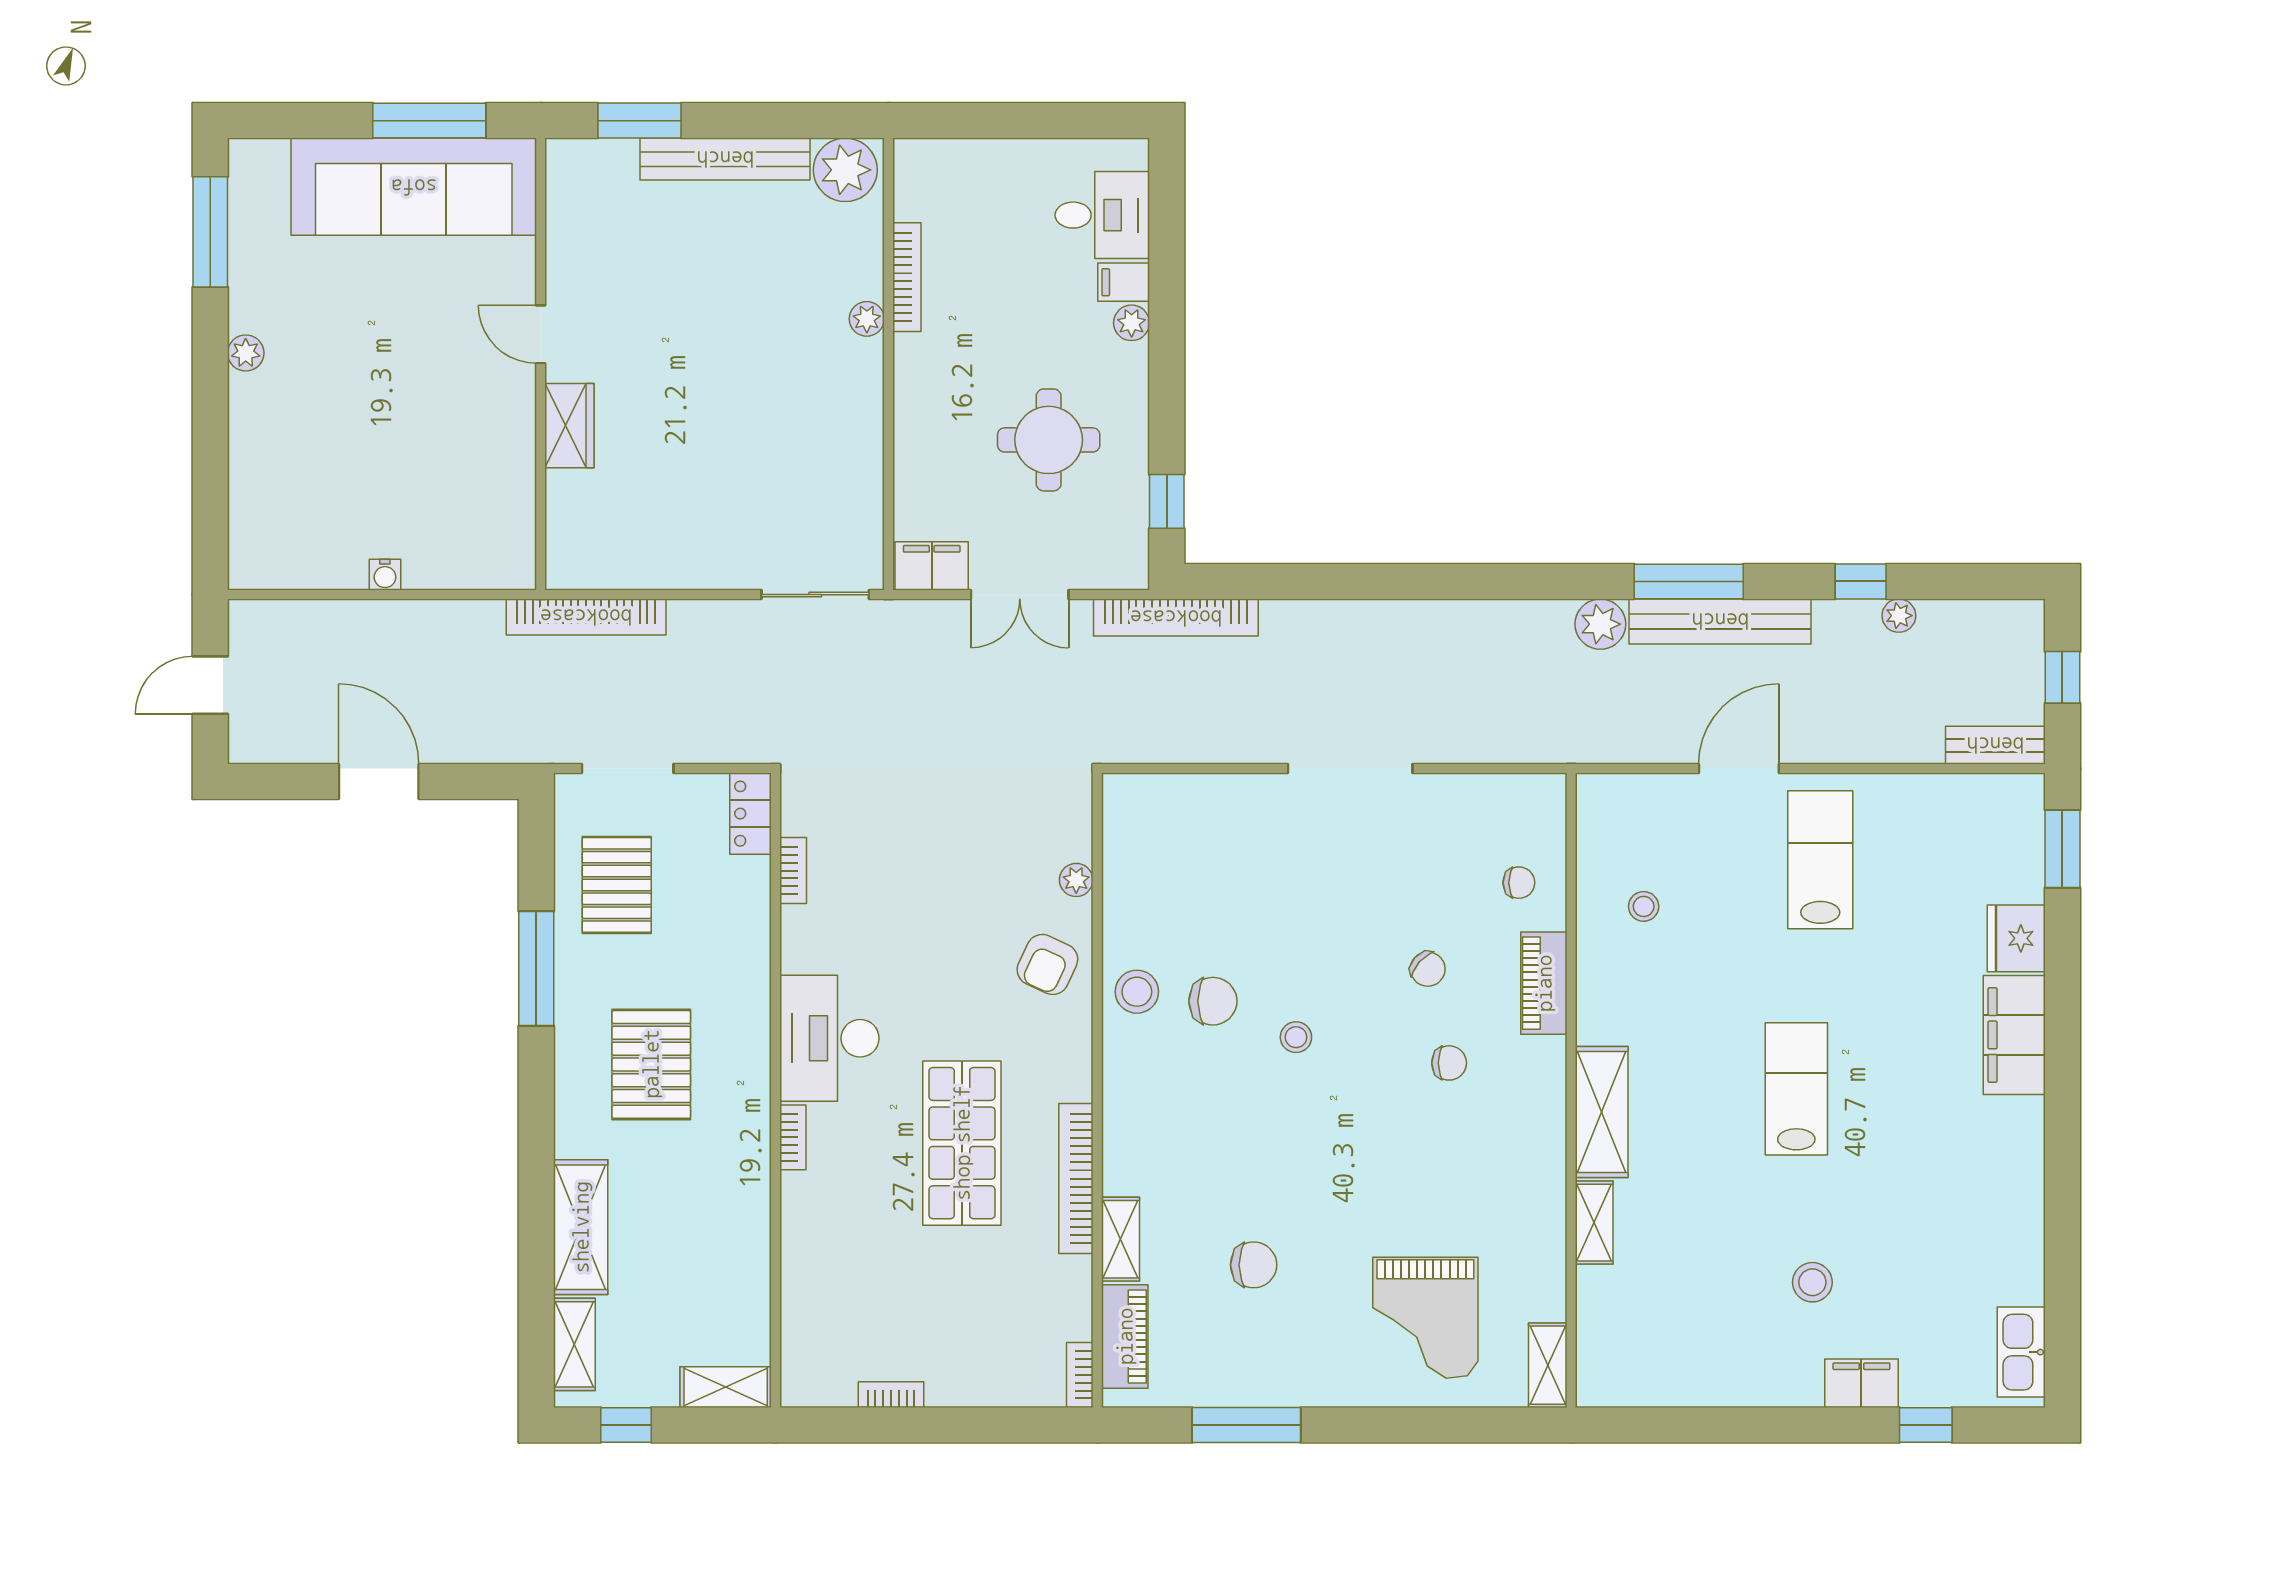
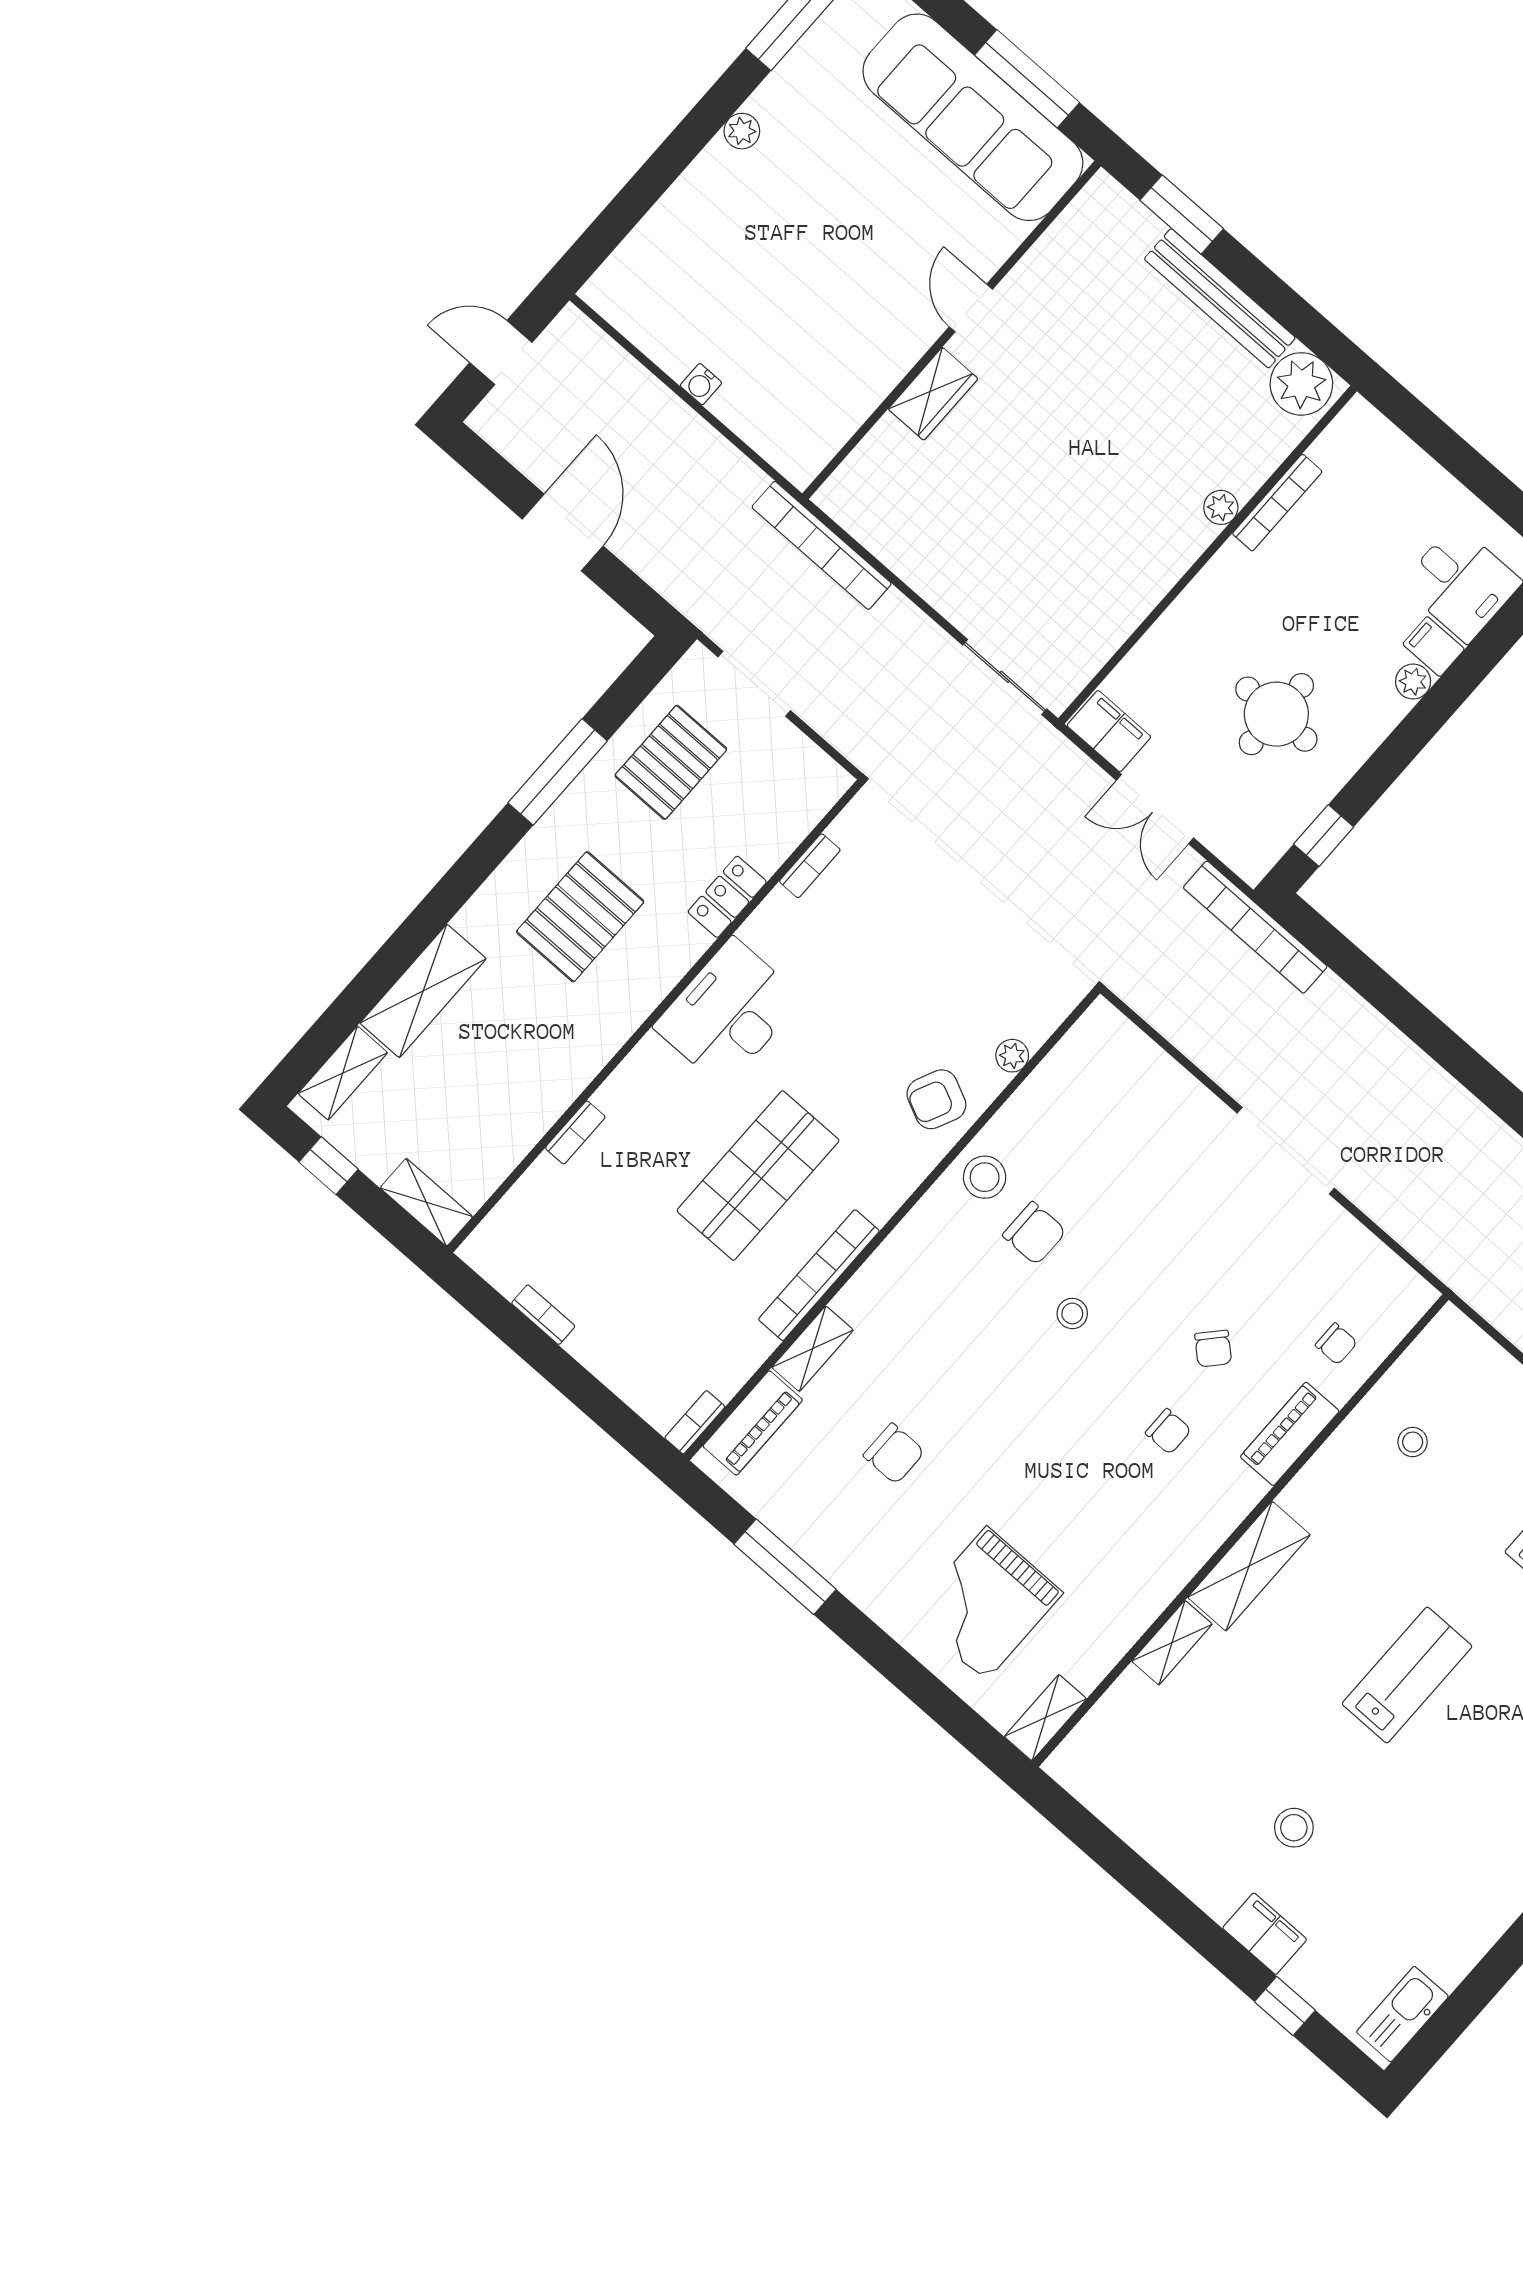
locker: (750, 814) -> (727, 897), moved
bookcase: (793, 1137) -> (575, 1132), moved

